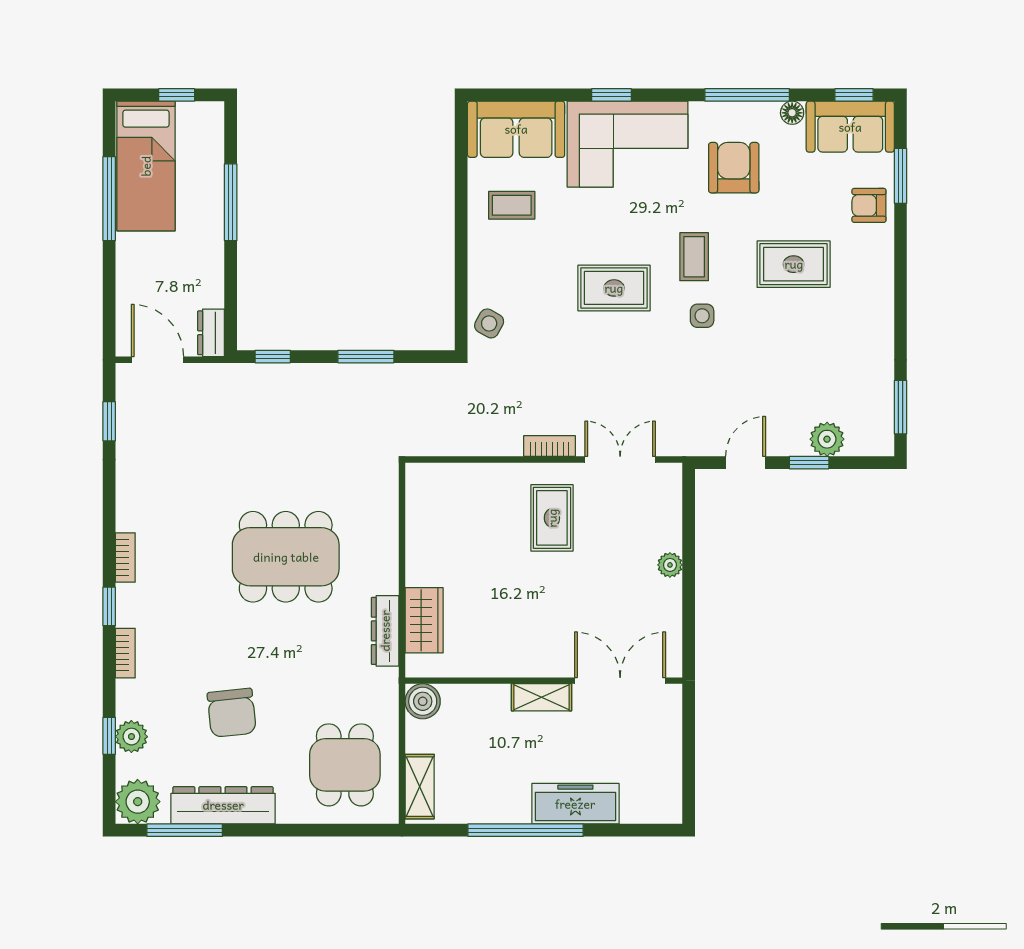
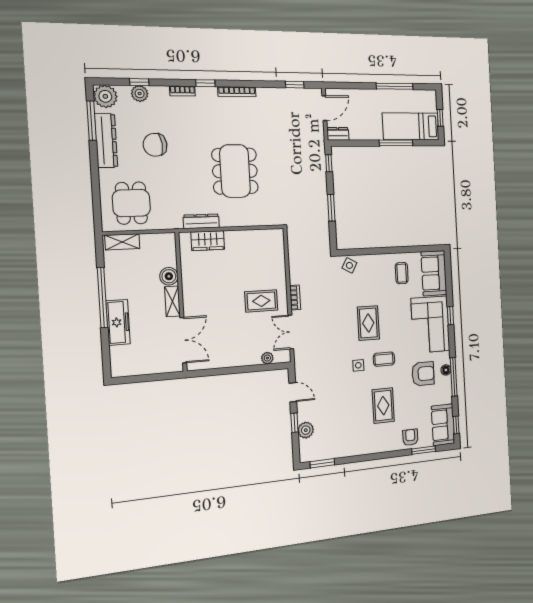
floor lamp: (792, 113) -> (446, 370), moved
bed: (146, 166) -> (411, 126), moved
double door: (620, 459) -> (291, 332), swing flipped
bookcase: (125, 558) -> (237, 92), width x1.56
plant: (670, 565) -> (267, 358), moved
boiler: (423, 701) -> (169, 276), moved
dining table: (345, 765) -> (131, 203), turned 90

